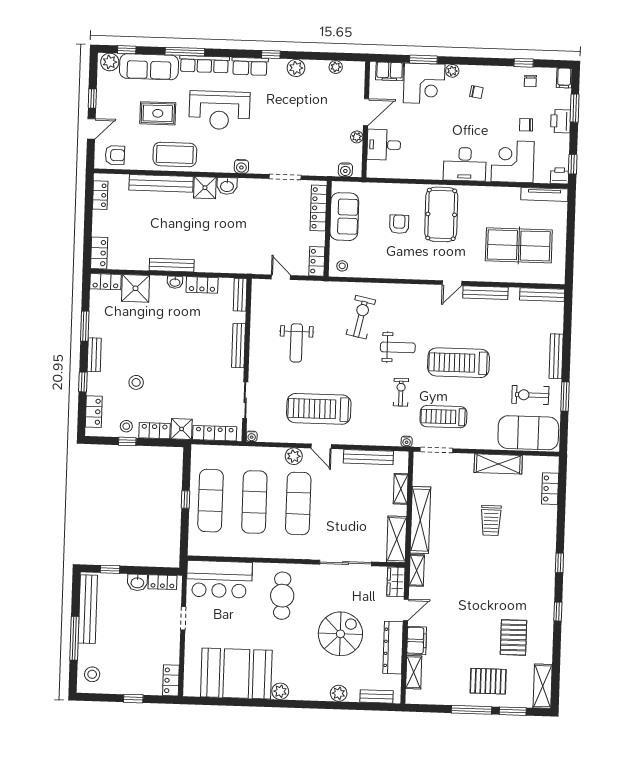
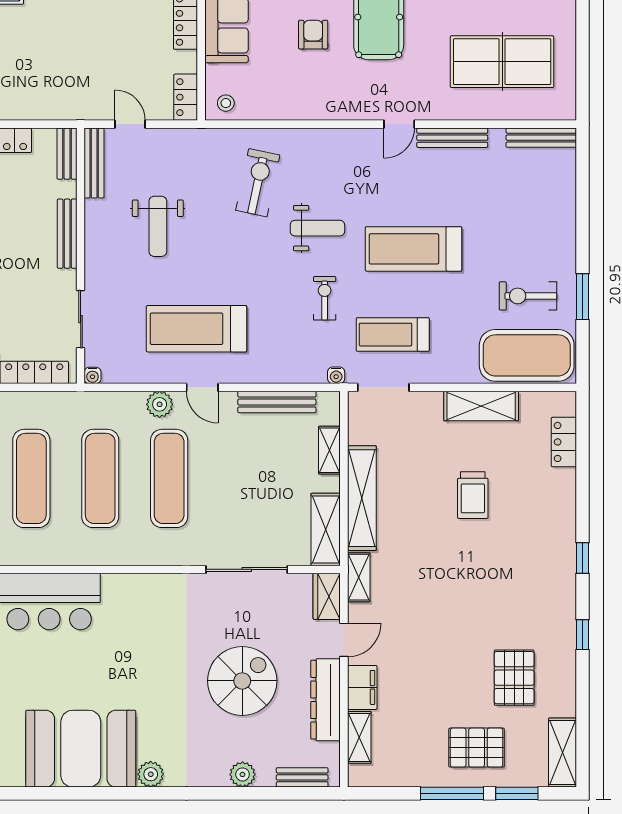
bench: (556, 356) -> (94, 163), moved
cafe table: (282, 596) -> (149, 624), removed

